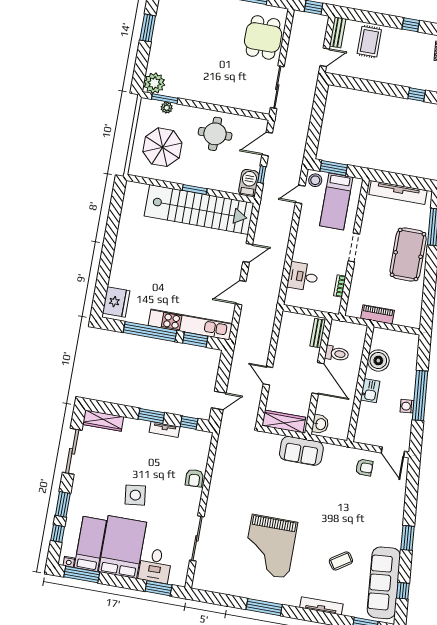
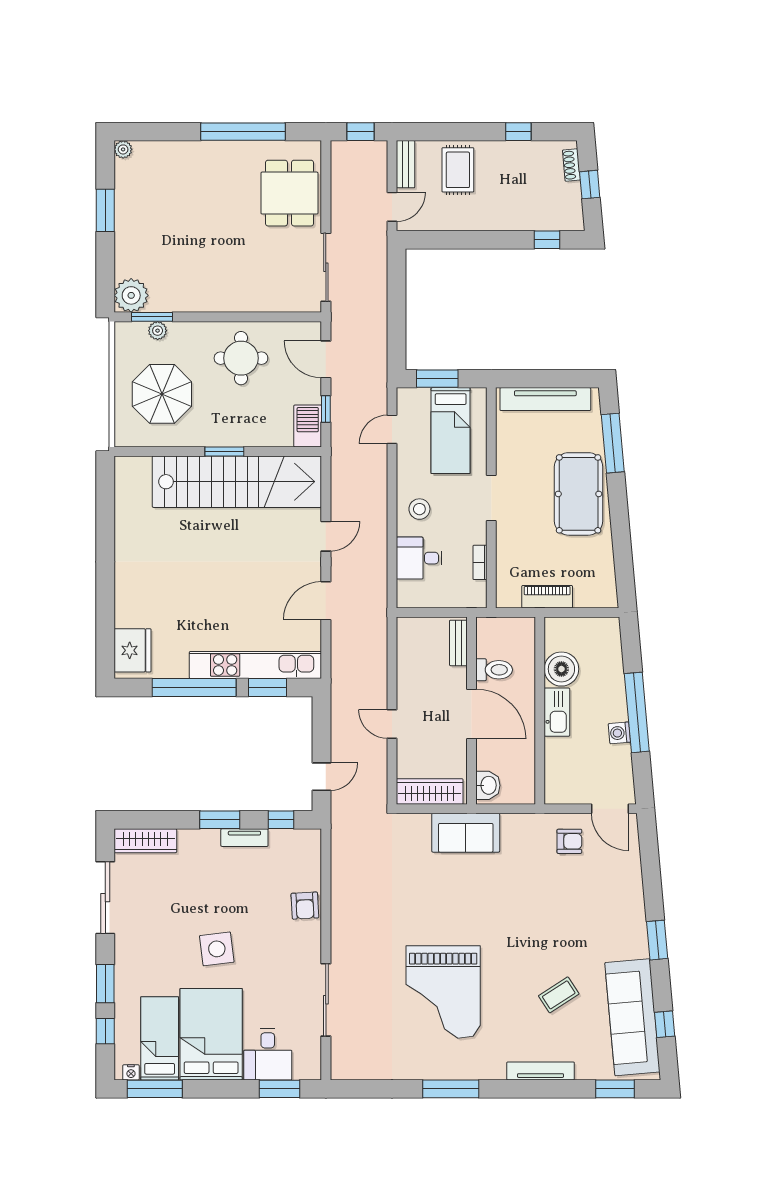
door: (267, 144) -> (326, 359), hinge flipped
stool: (315, 180) -> (419, 509), moved
kitchen sink: (370, 391) -> (557, 712), width x1.38

